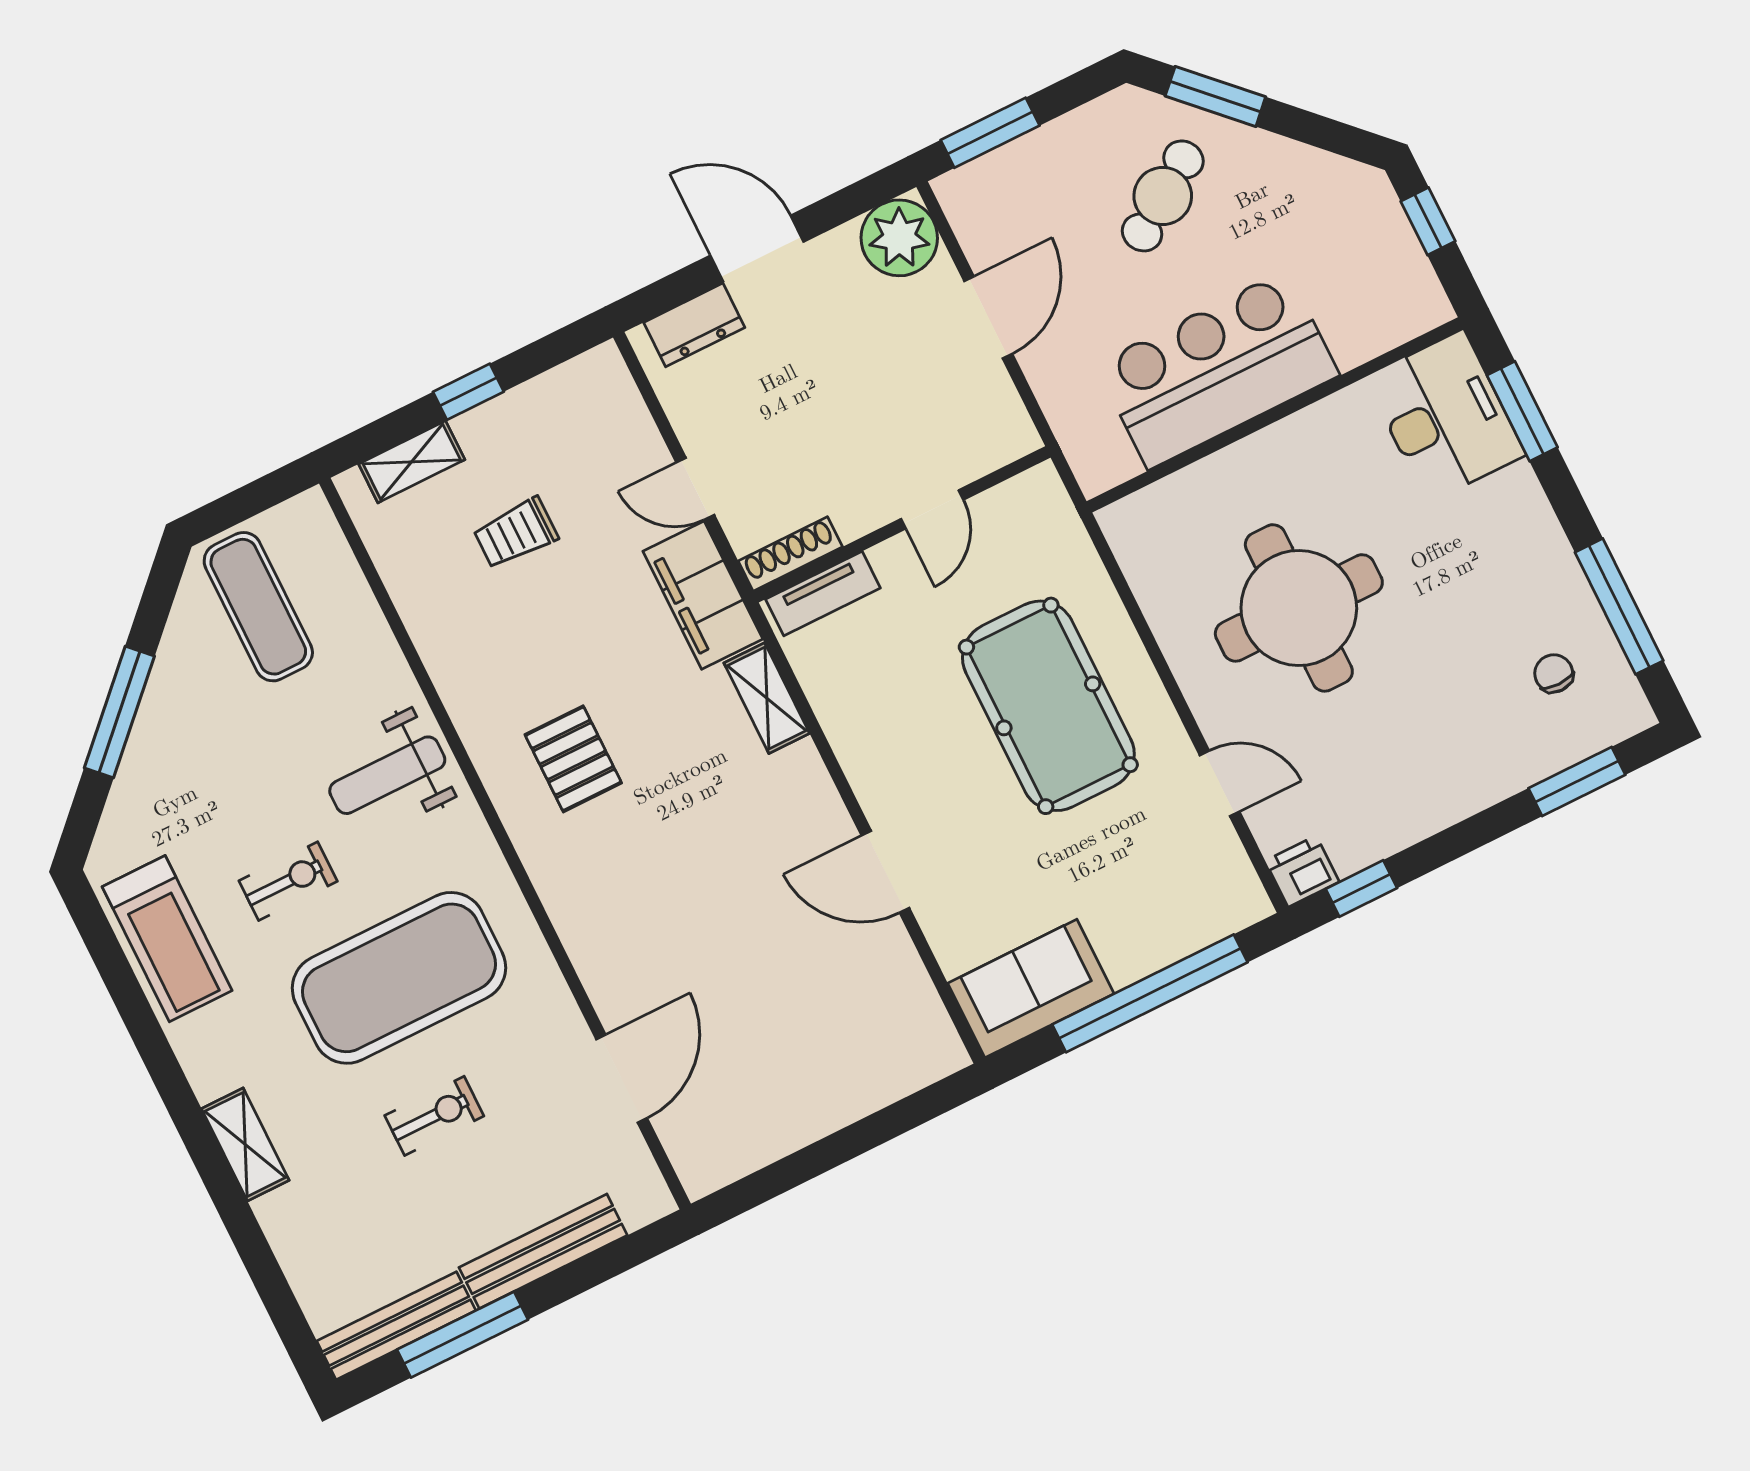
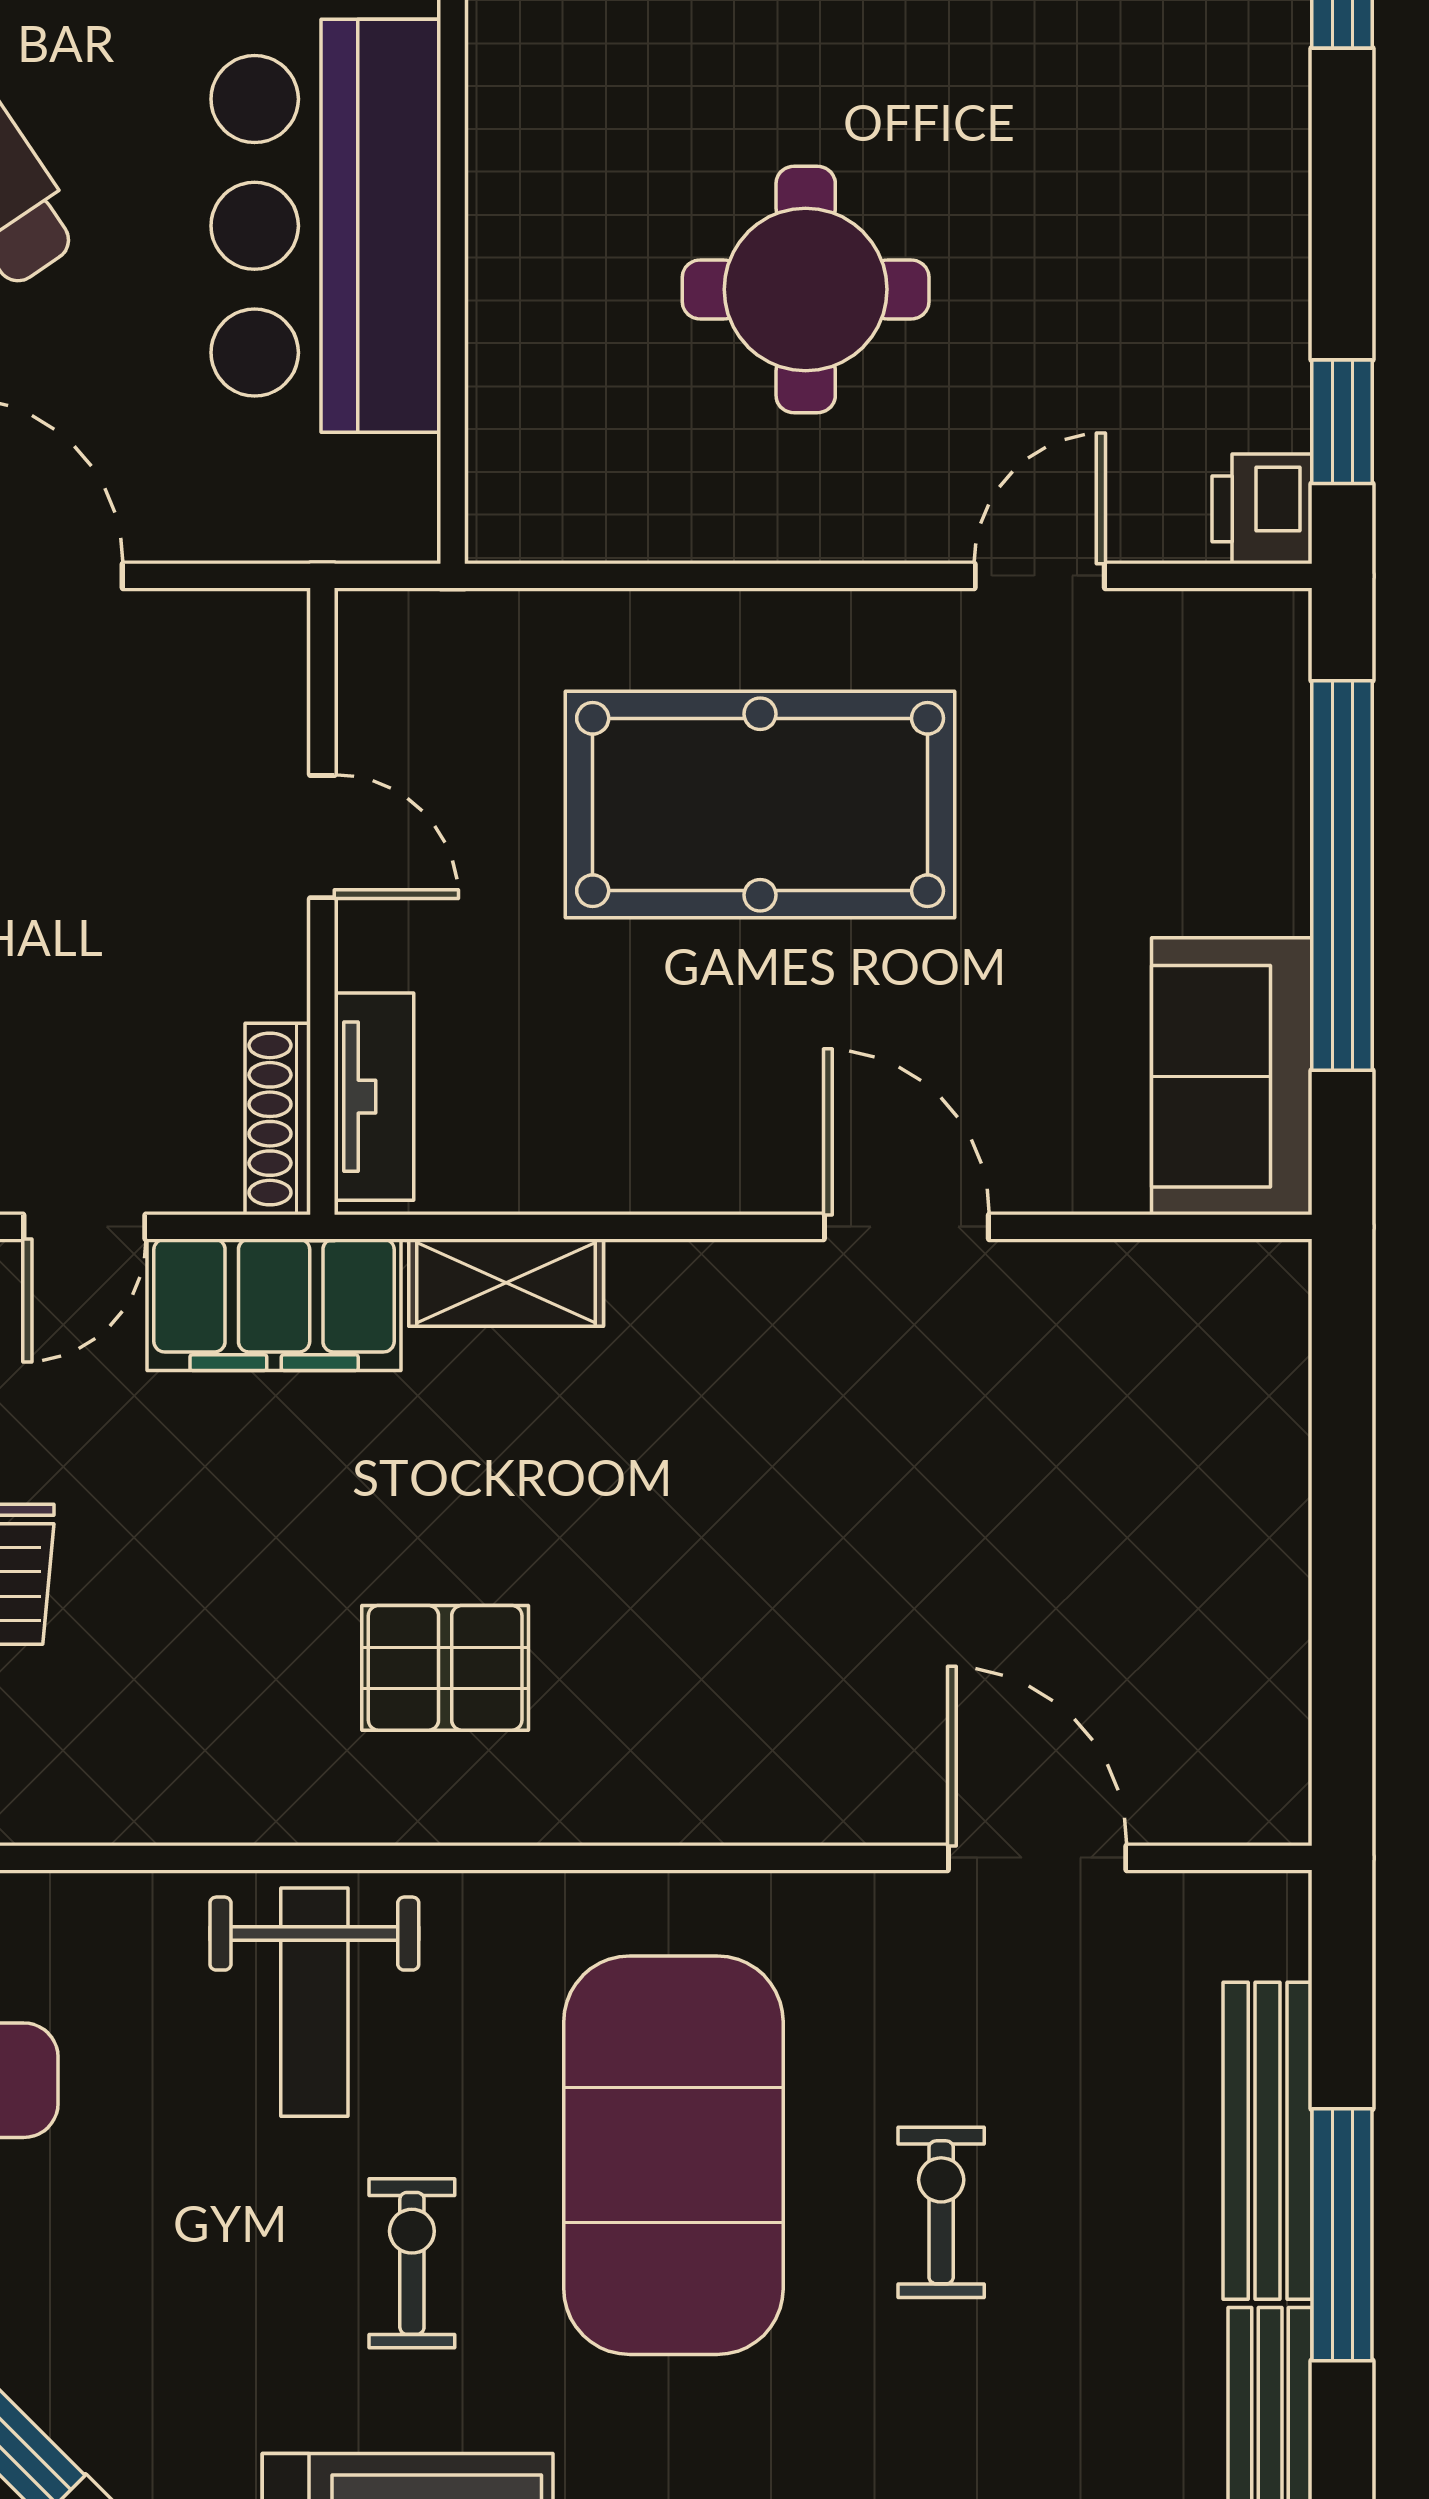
round table: (1299, 608) -> (806, 289), width x0.73, depth x0.73
door: (885, 872) -> (906, 1227), swing flipped
window: (462, 1335) -> (1342, 2235), moved

